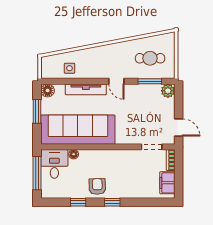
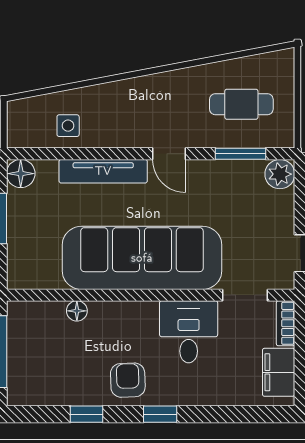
sofa: (78, 130) -> (142, 258), moved
desk: (54, 164) -> (189, 332), moved

